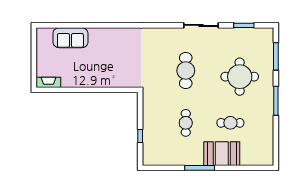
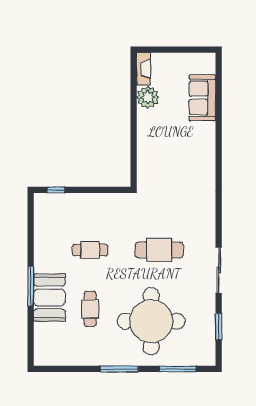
round table: (240, 77) -> (151, 321), width x1.36, depth x1.36
plant: (70, 79) -> (148, 97), added
window: (140, 136) -> (56, 190), moved
window: (200, 168) -> (31, 286), moved

